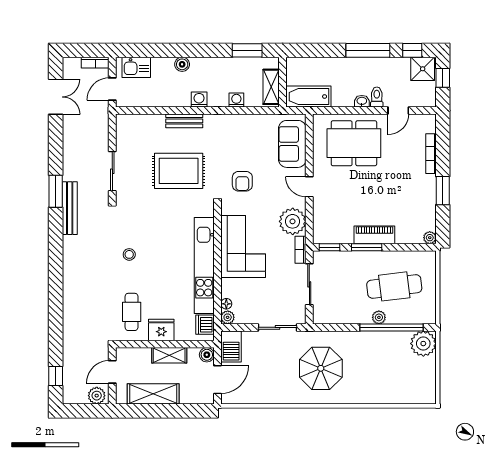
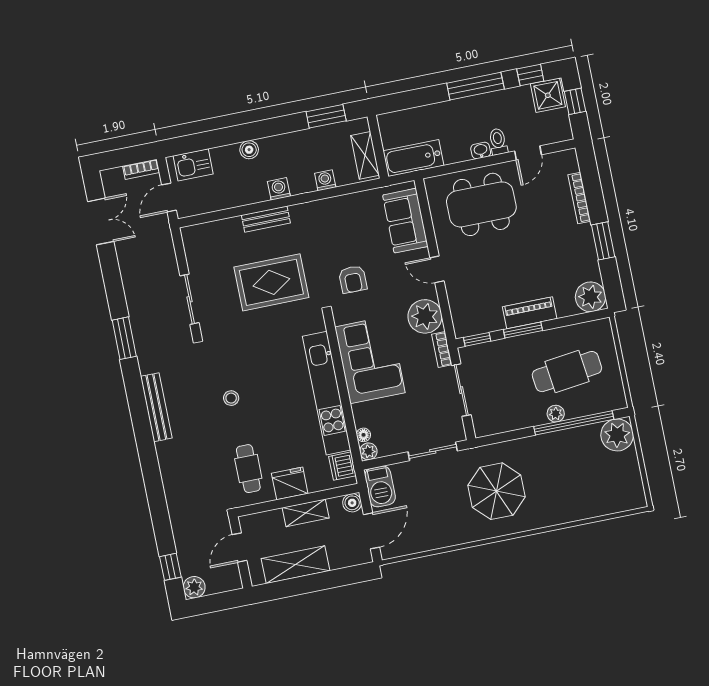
bench: (70, 208) -> (156, 407), moved
plant: (430, 238) -> (590, 297), width x1.88, depth x1.88
plant: (97, 396) -> (194, 587), moved

